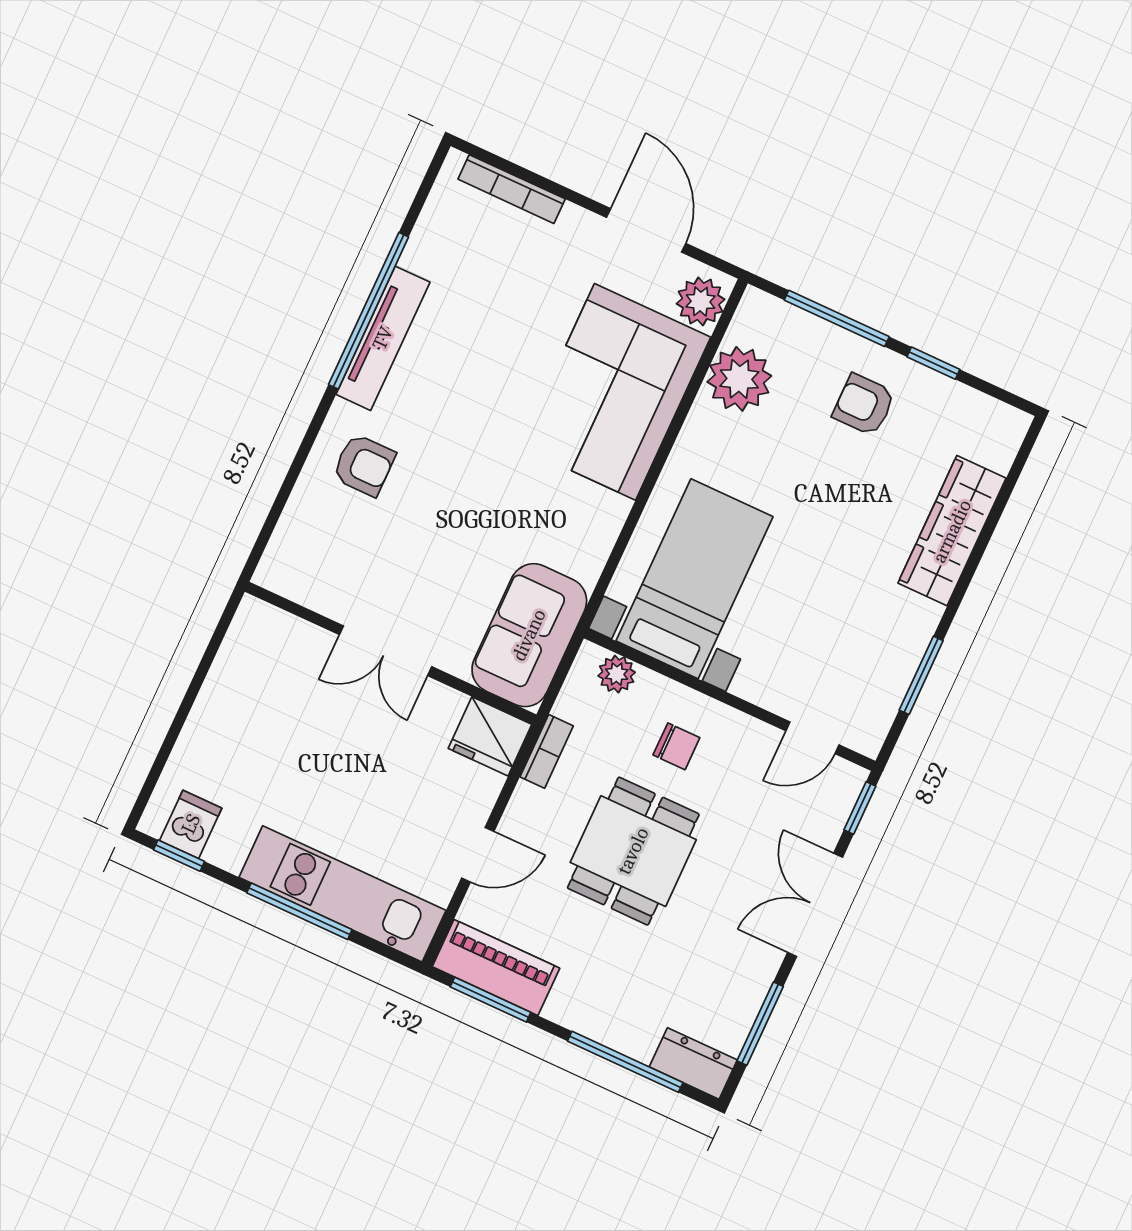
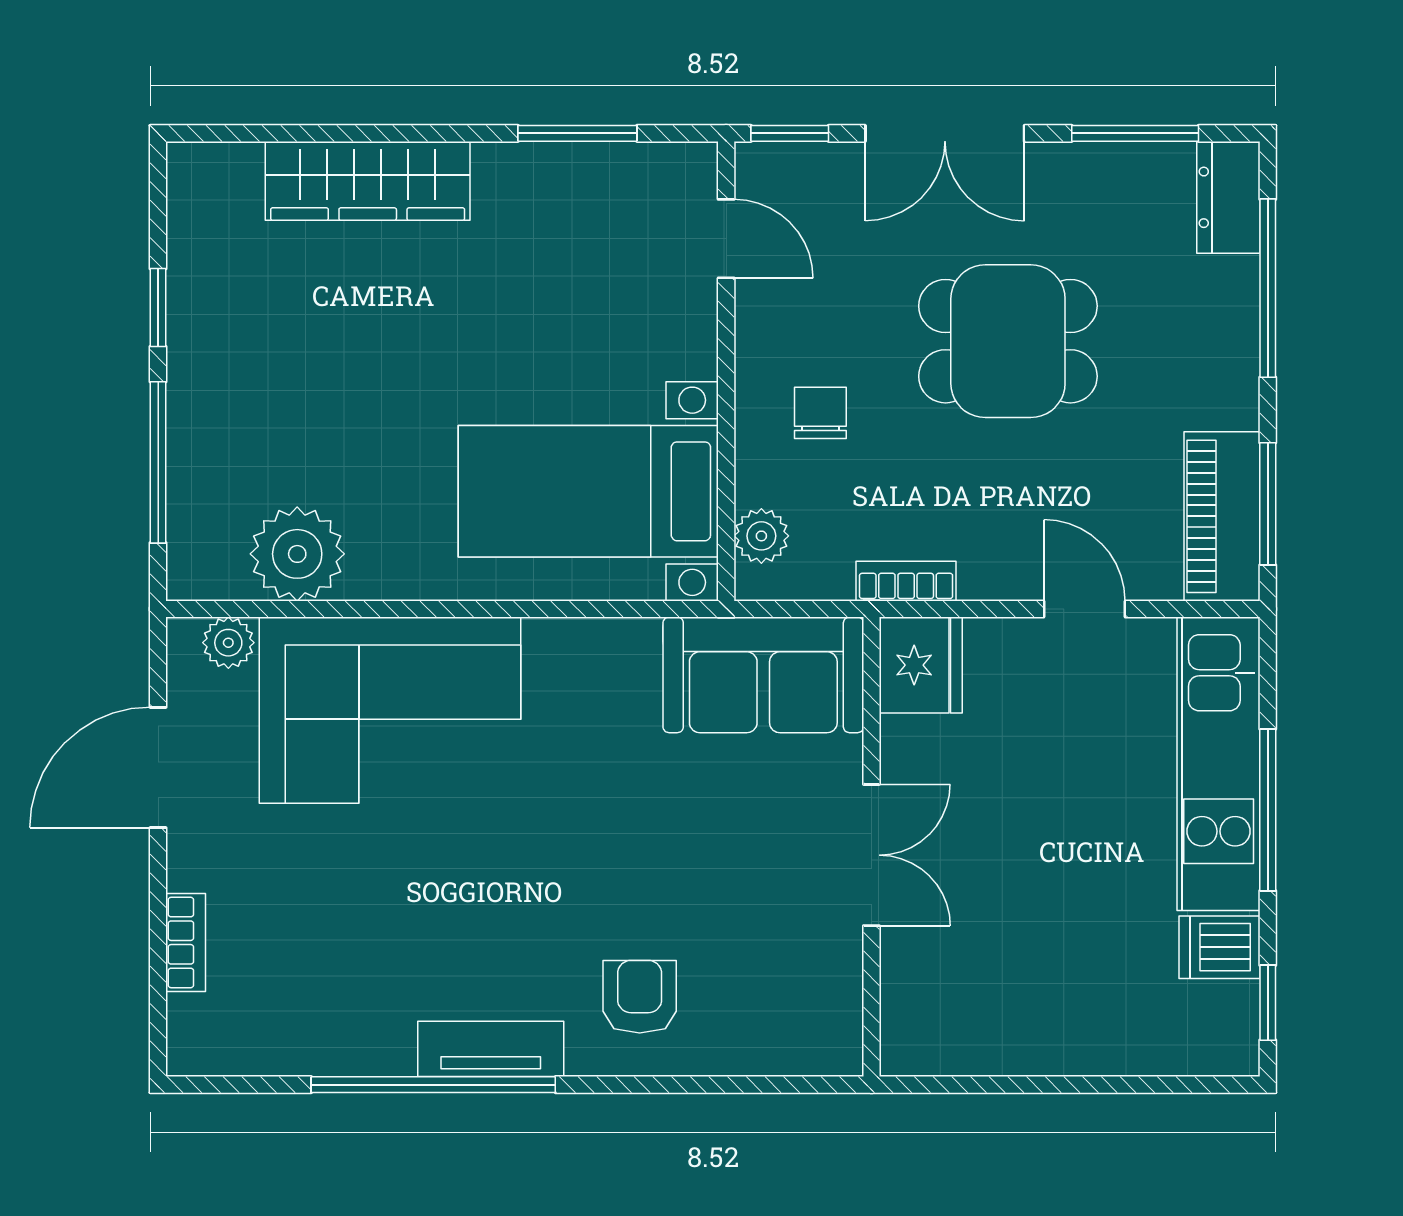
bookcase: (512, 189) -> (186, 942), width x0.64
plant: (701, 301) -> (228, 643), width x0.73, depth x0.73
tv unit: (383, 338) -> (491, 1049), width x0.71
armchair: (864, 405) -> (255, 374), removed
dishwasher: (191, 824) -> (1219, 947), moved
dining table: (633, 851) -> (1008, 341), moved

